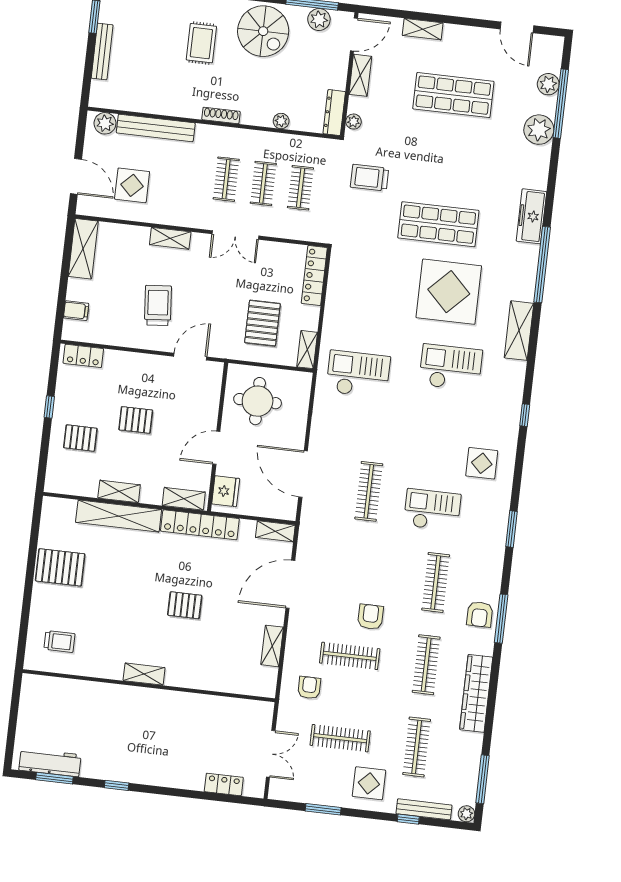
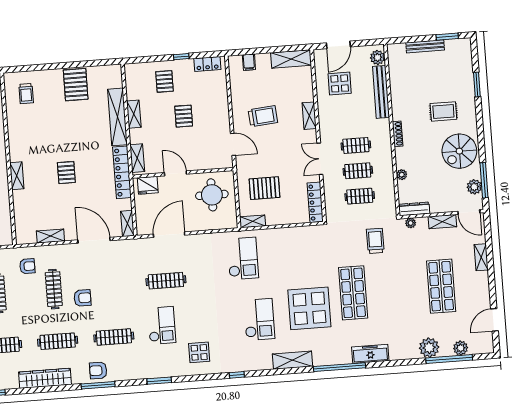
locker: (314, 276) -> (315, 202), moved, turned -90
locker: (83, 356) -> (207, 64), moved, turned -90
shelving: (144, 674) -> (17, 176), moved

